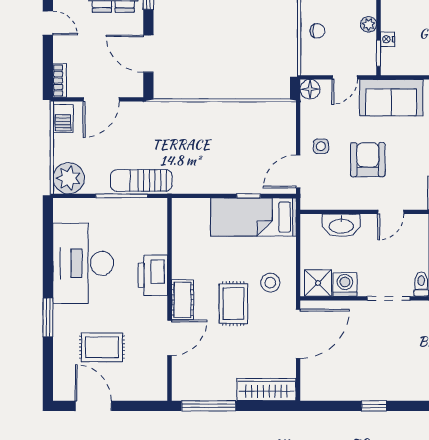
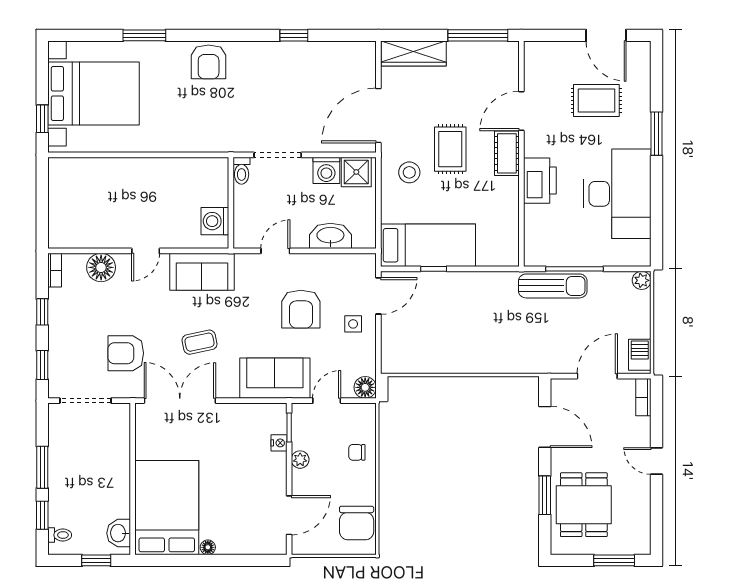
plant: (69, 178) -> (642, 280), width x0.53, depth x0.53

